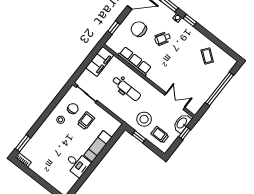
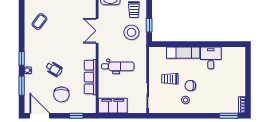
dental chair: (126, 89) -> (118, 66), turned 90
double door: (175, 101) -> (97, 31), moved
chair: (73, 109) -> (190, 86), moved

